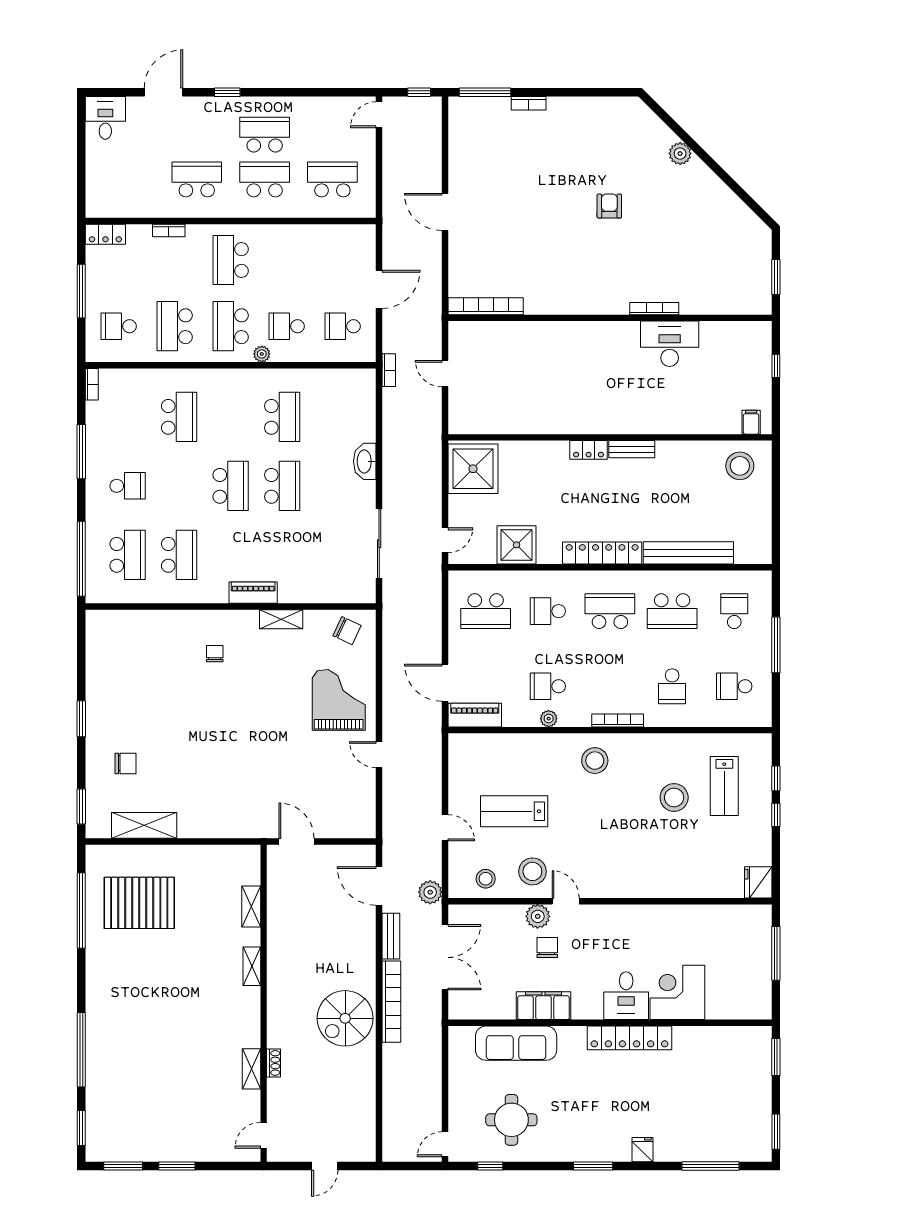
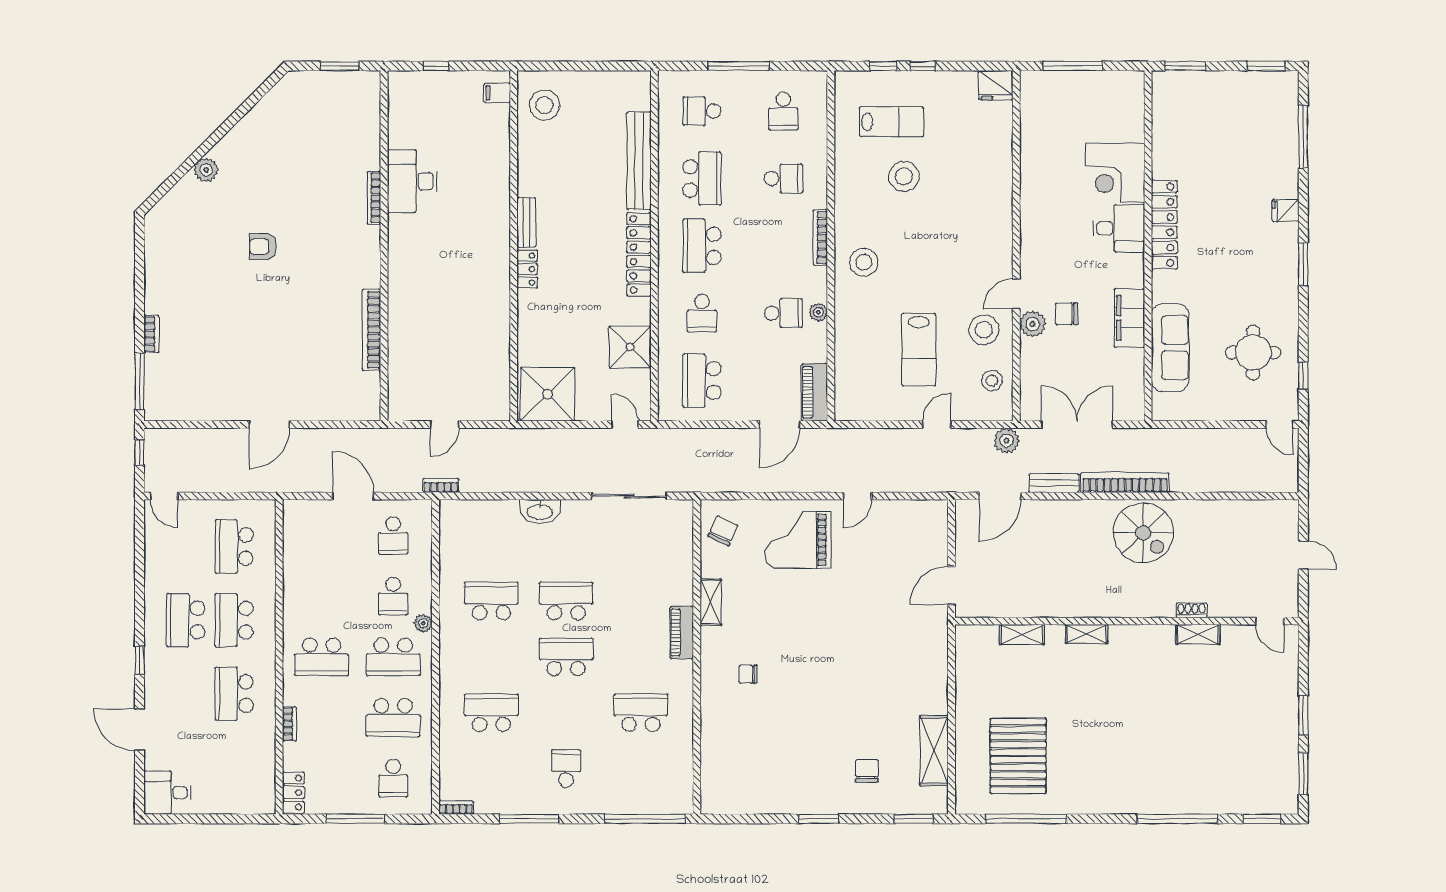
bookcase: (486, 306) -> (372, 330), moved
school desk: (128, 555) -> (641, 769), removed
school desk: (486, 611) -> (702, 381), turned 180
school desk: (548, 686) -> (783, 313), turned -90

